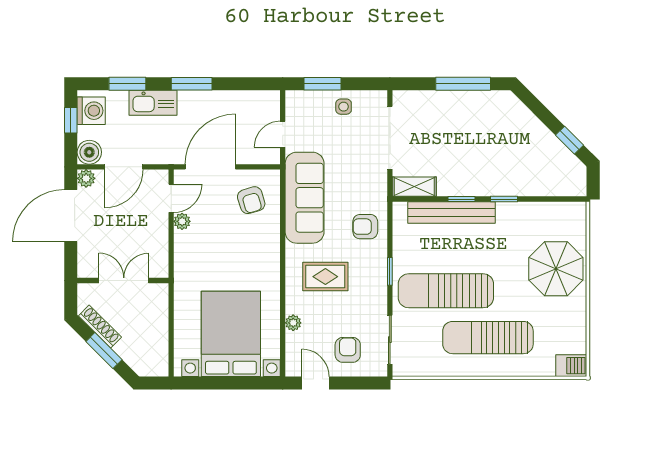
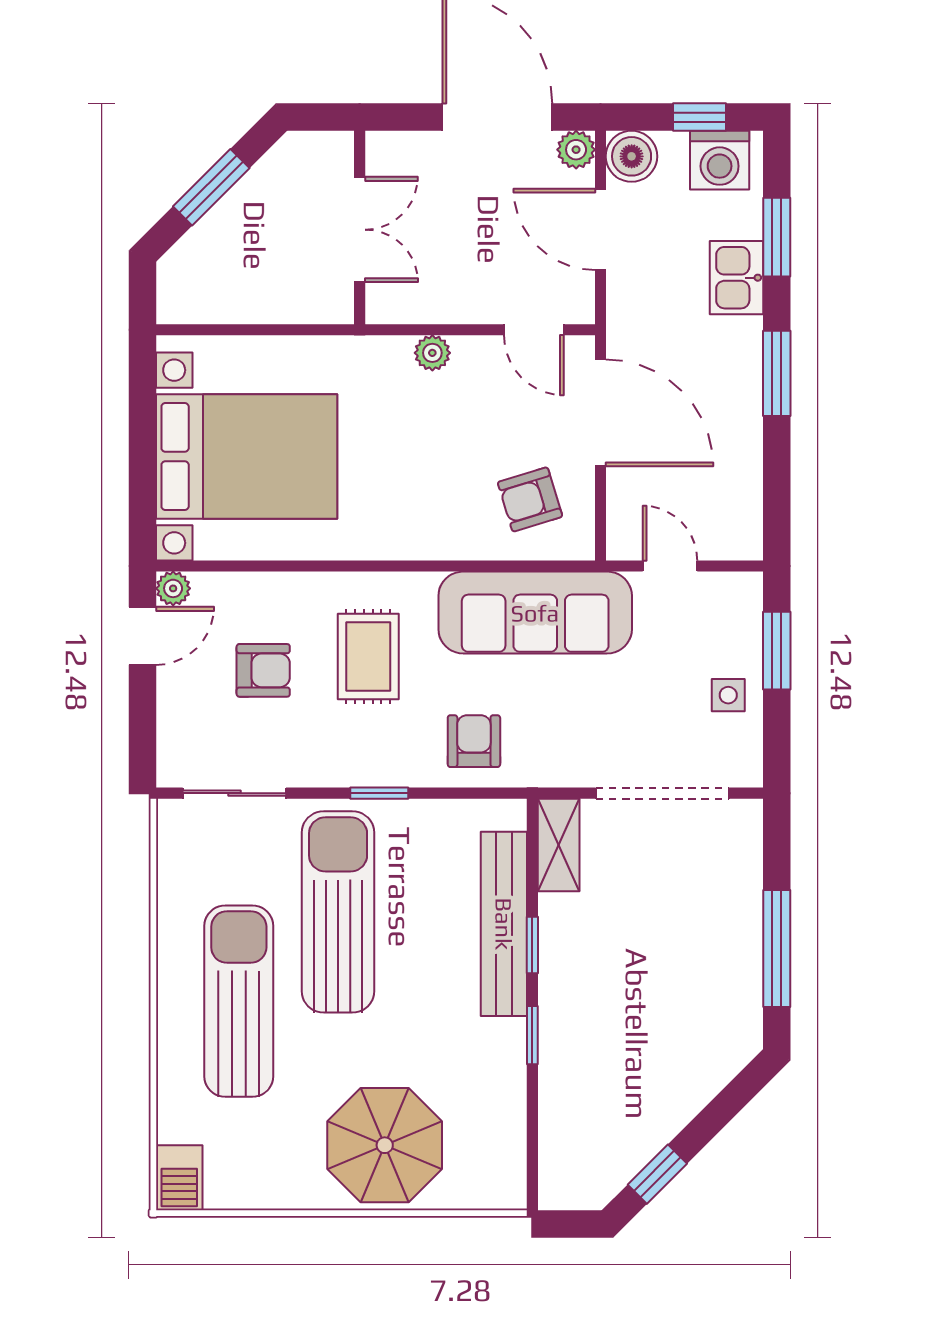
kitchen sink: (153, 103) -> (737, 278), width x0.73
plant: (182, 221) -> (432, 353), moved
plant: (293, 323) -> (173, 588), moved
shoe rack: (100, 327) -> (262, 179), removed
armchair: (348, 350) -> (263, 670), moved

